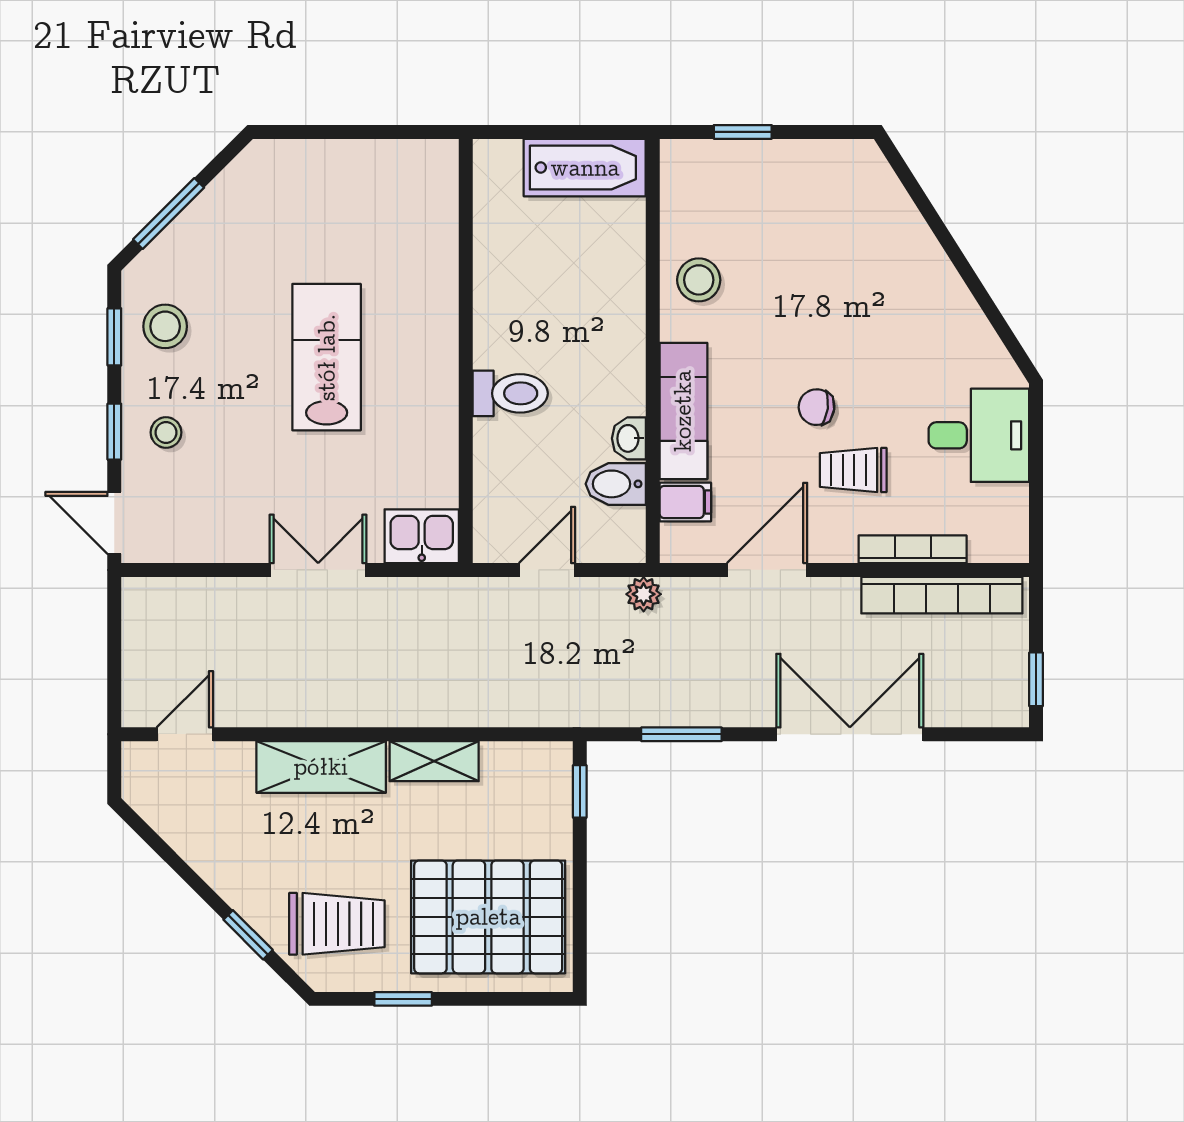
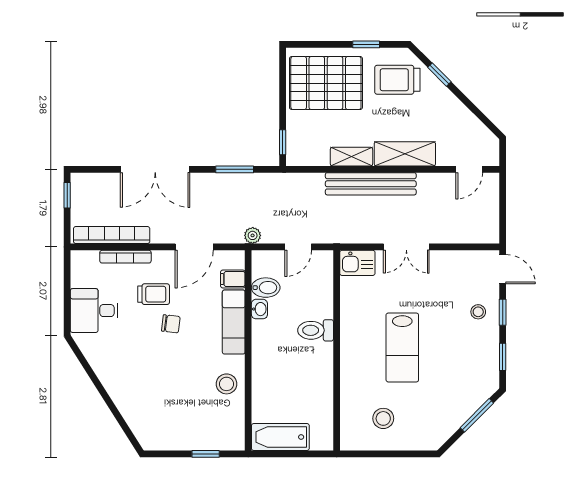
stool: (165, 326) -> (383, 418), moved
bench: (393, 704) -> (371, 184), added

